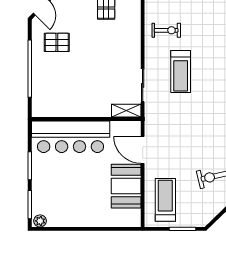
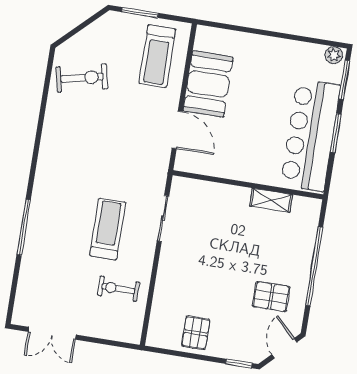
shelving: (126, 111) -> (271, 200), moved
bar counter: (71, 137) -> (310, 135), moved, turned -90

